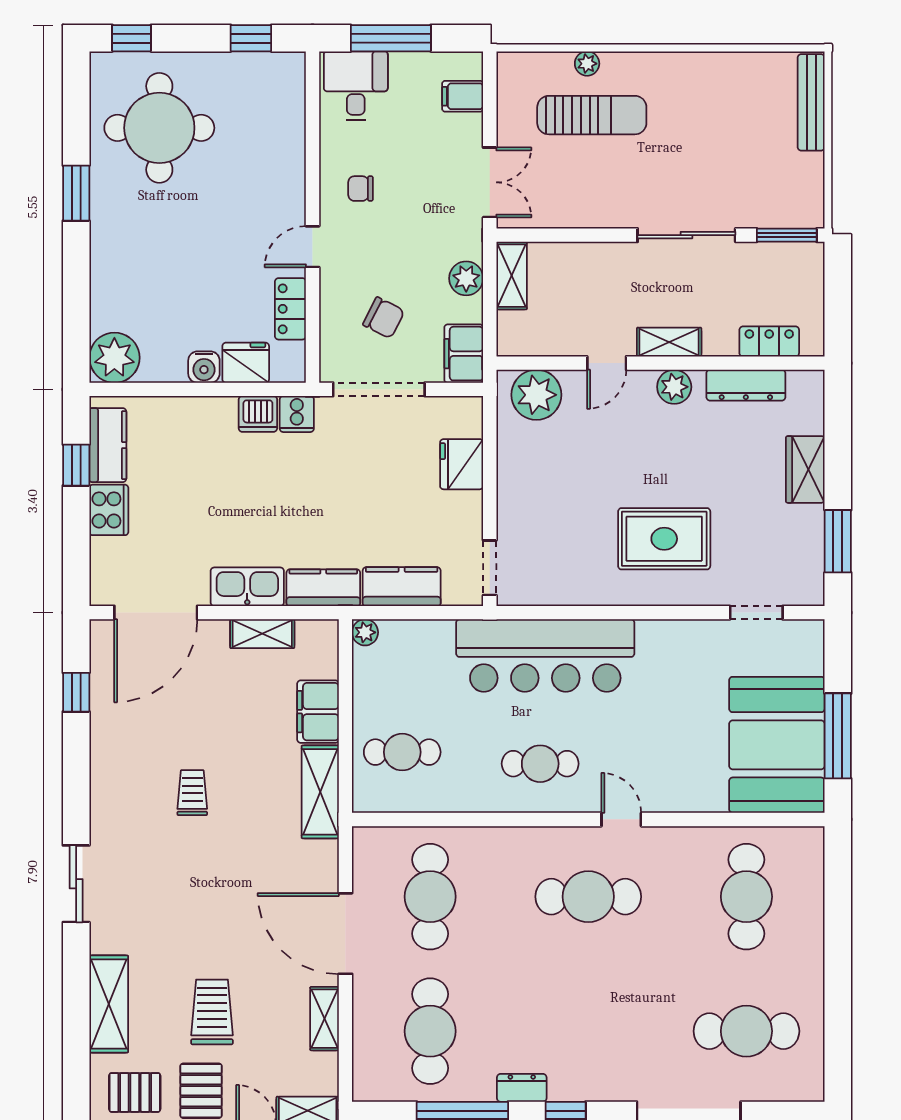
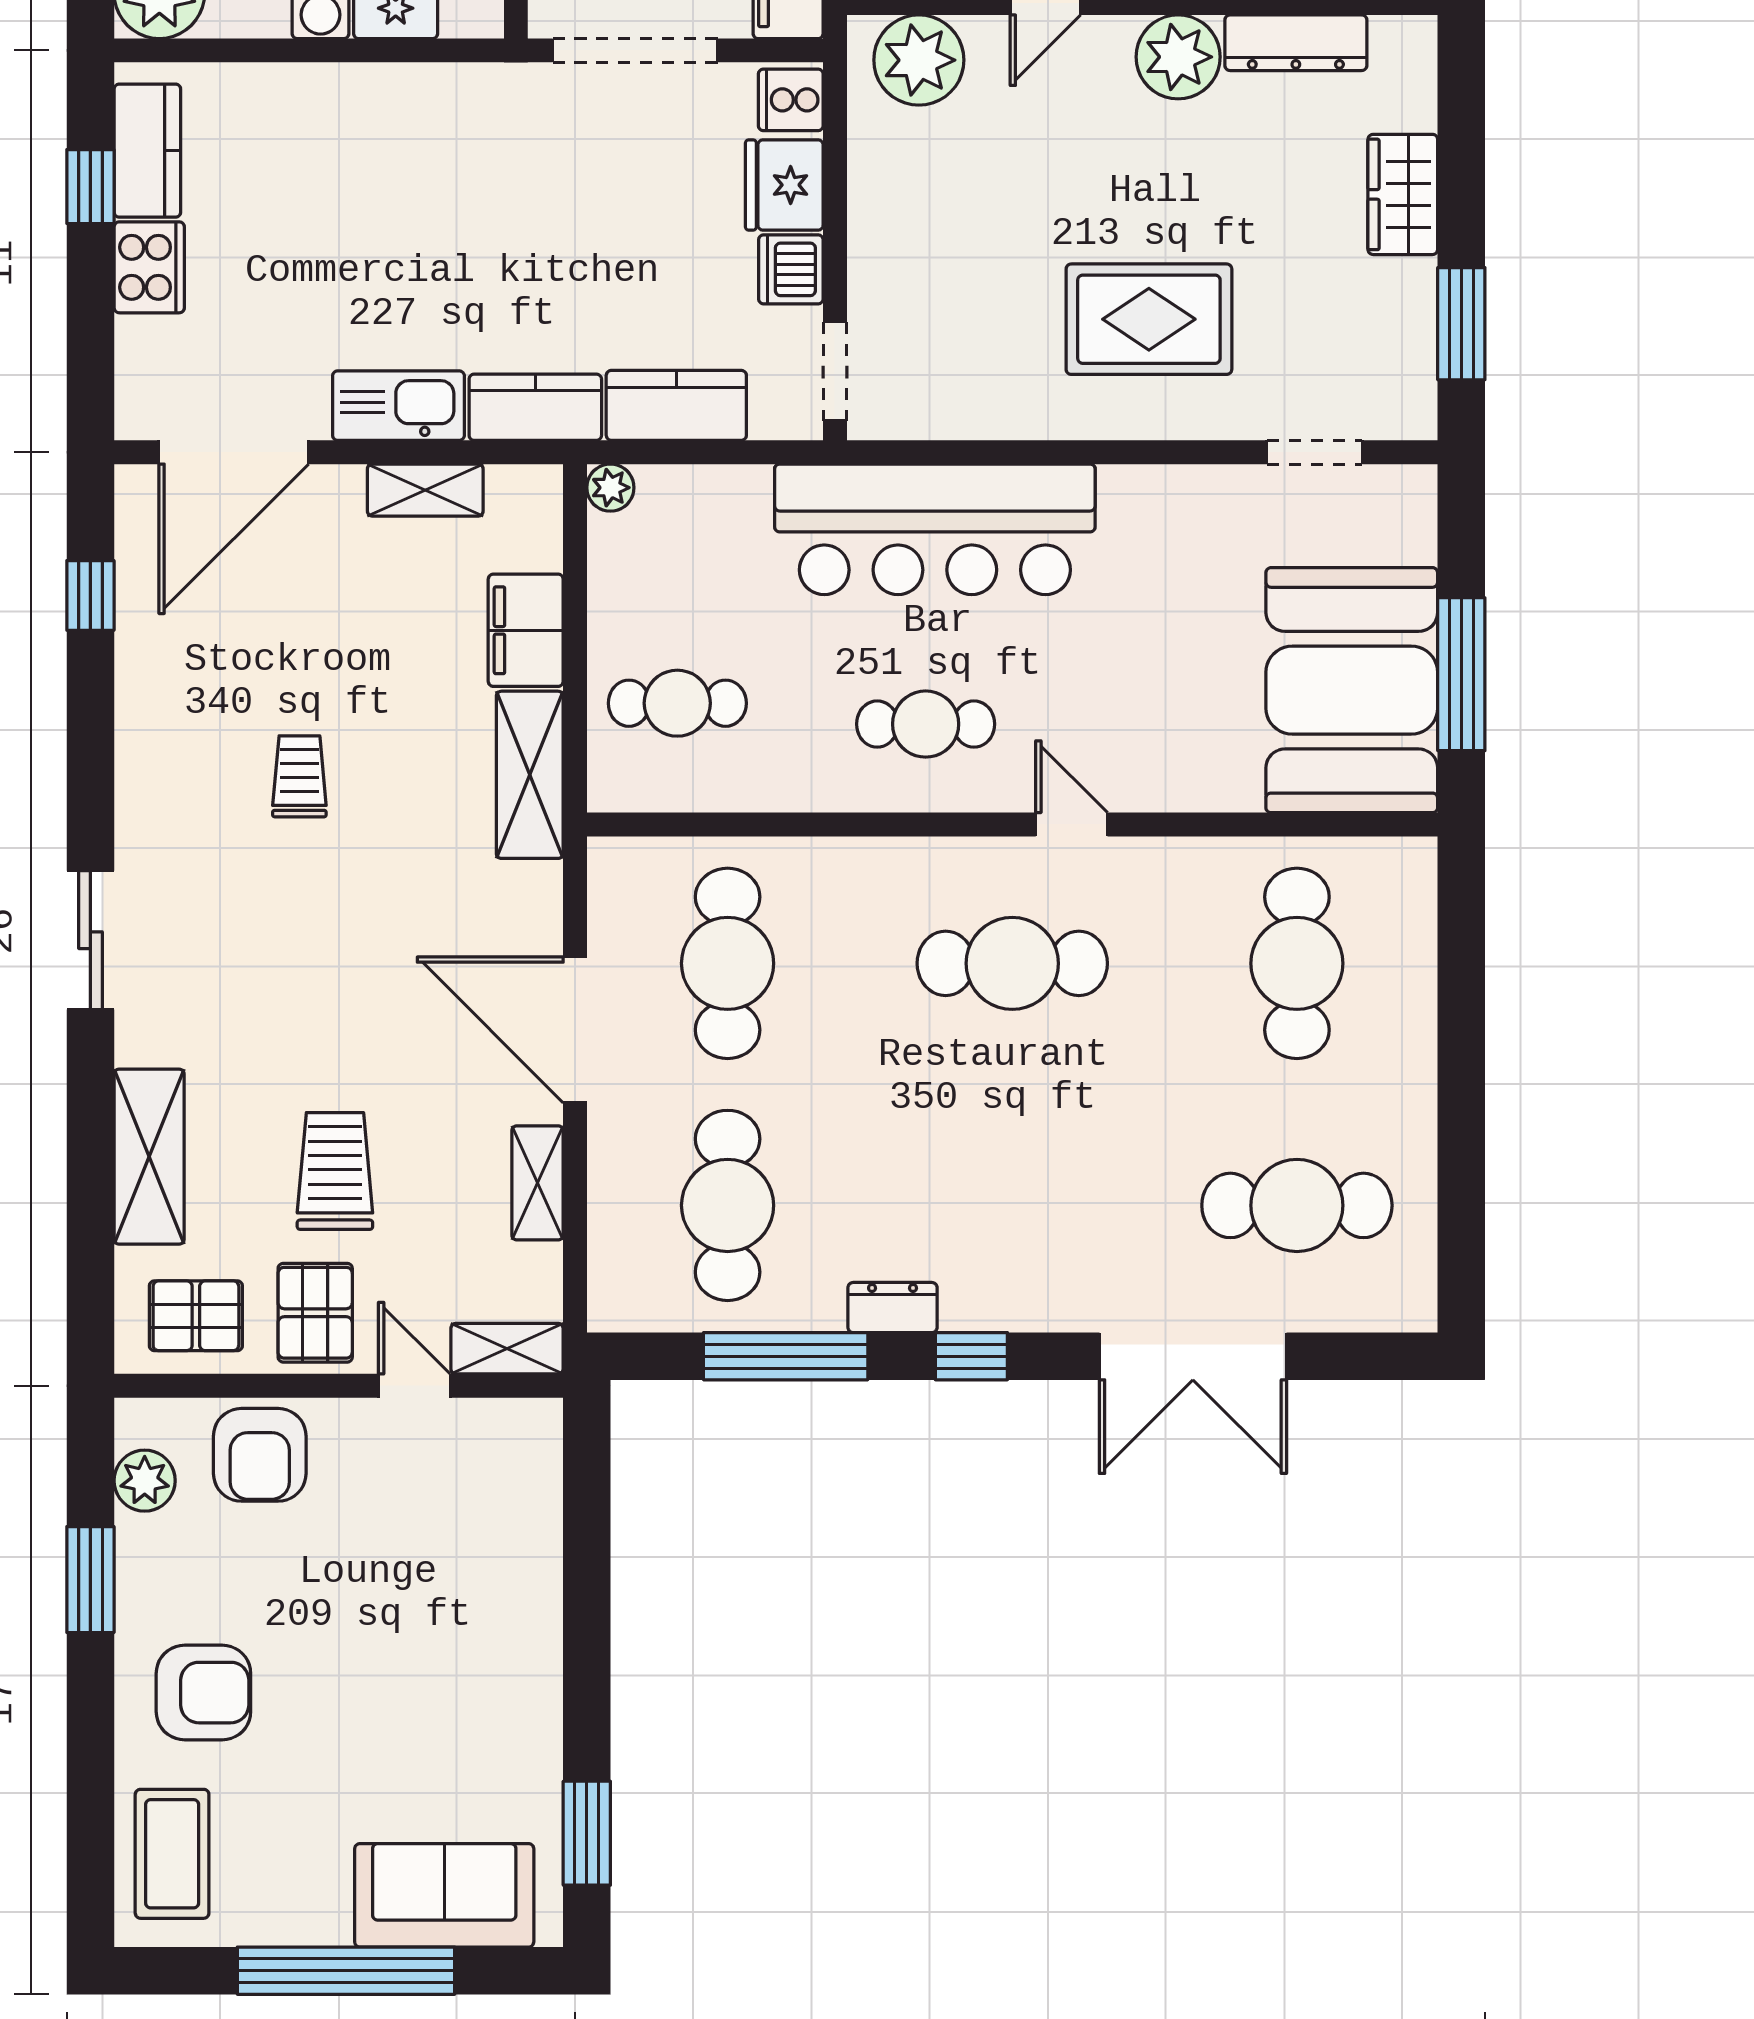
plant: (674, 387) -> (1178, 57), width x1.36, depth x1.36
dishwasher: (258, 414) -> (791, 269), moved, turned 90
cooker: (297, 414) -> (791, 100), moved, turned 90

